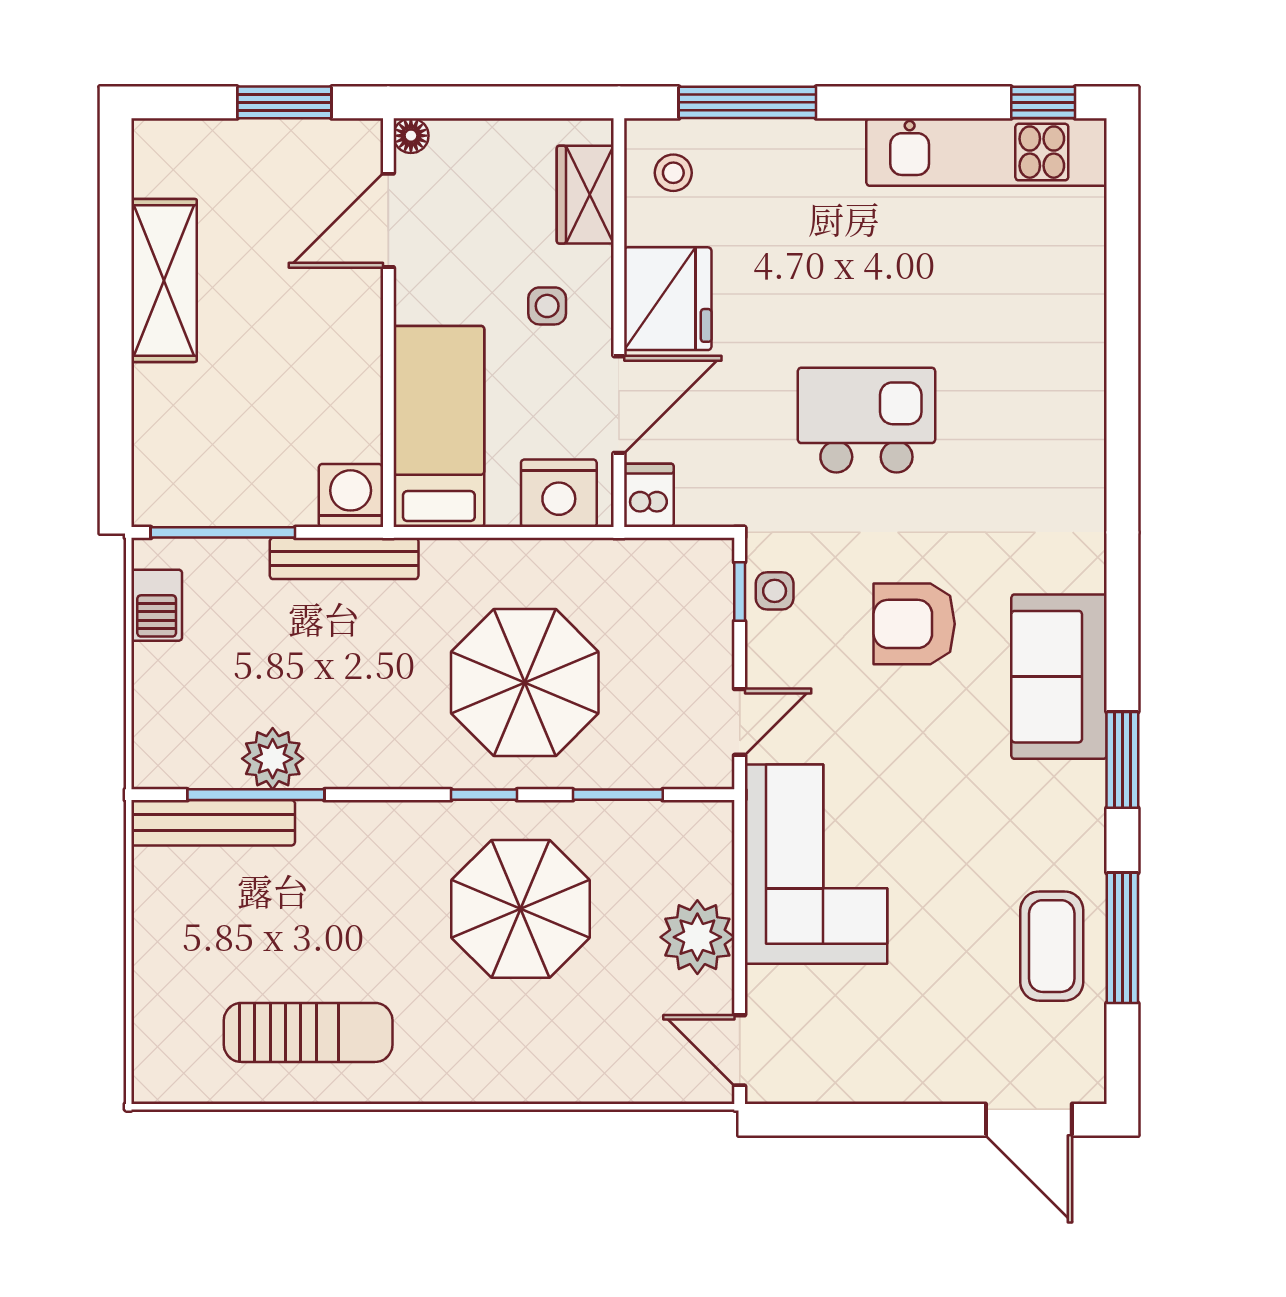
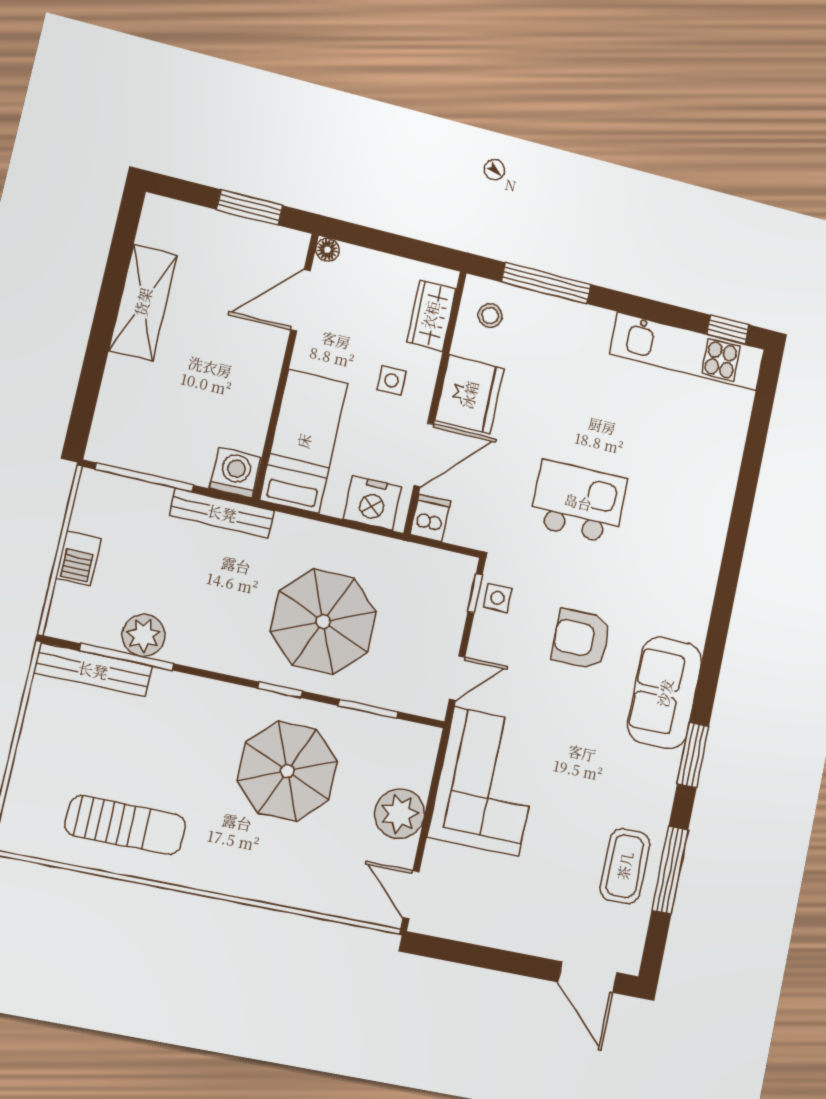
barbecue: (157, 605) -> (78, 558), moved

